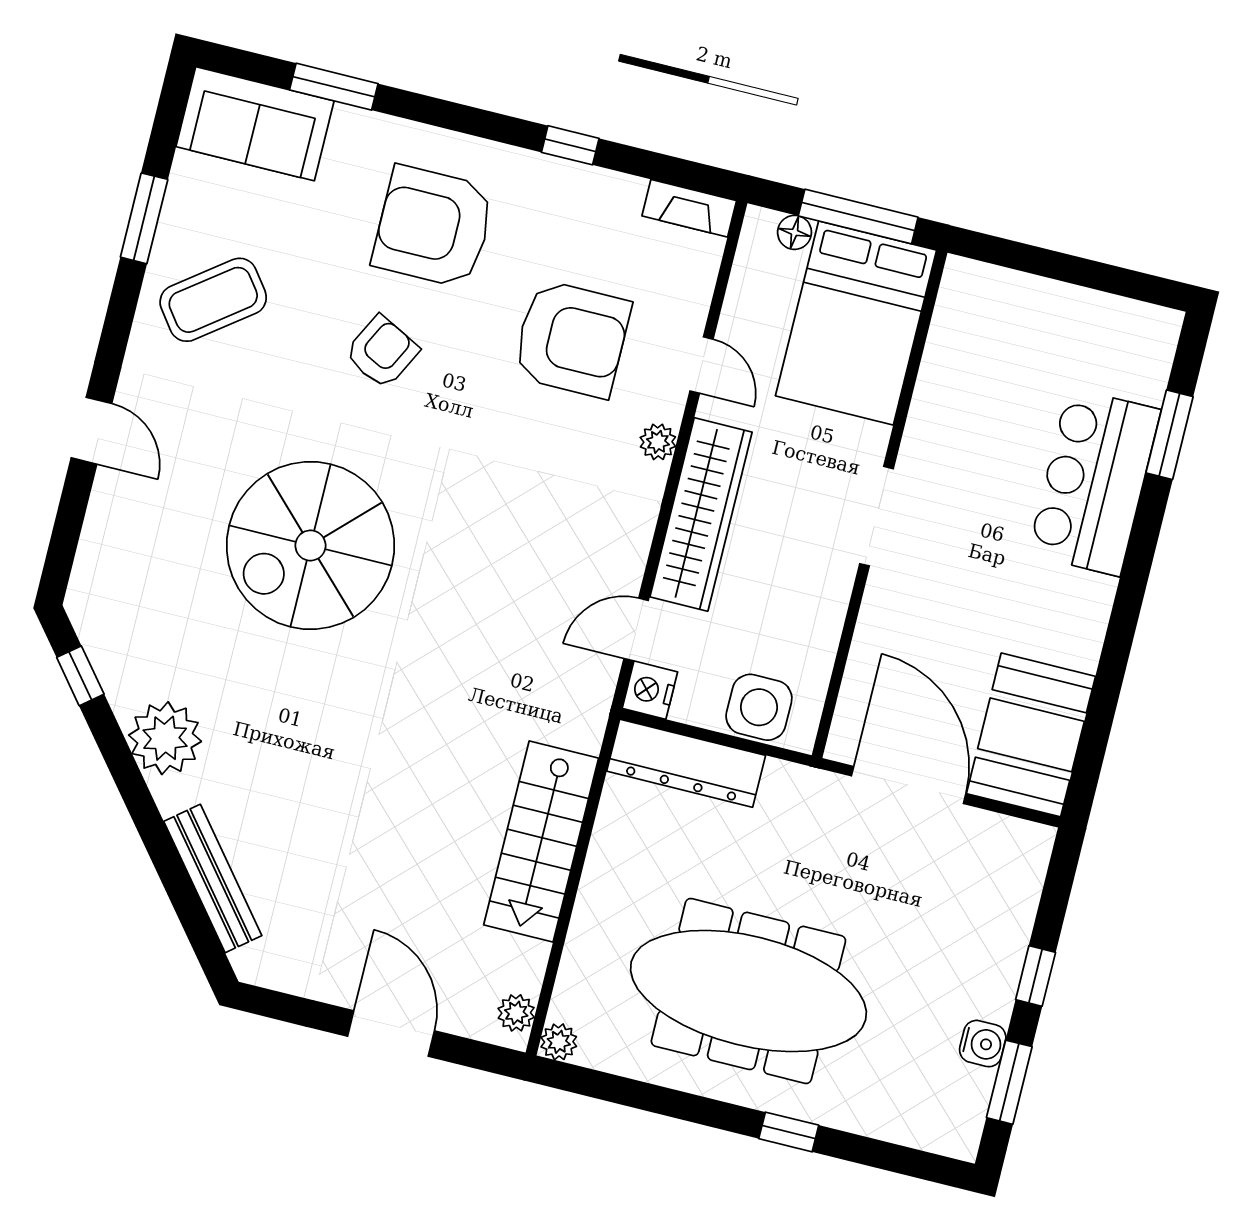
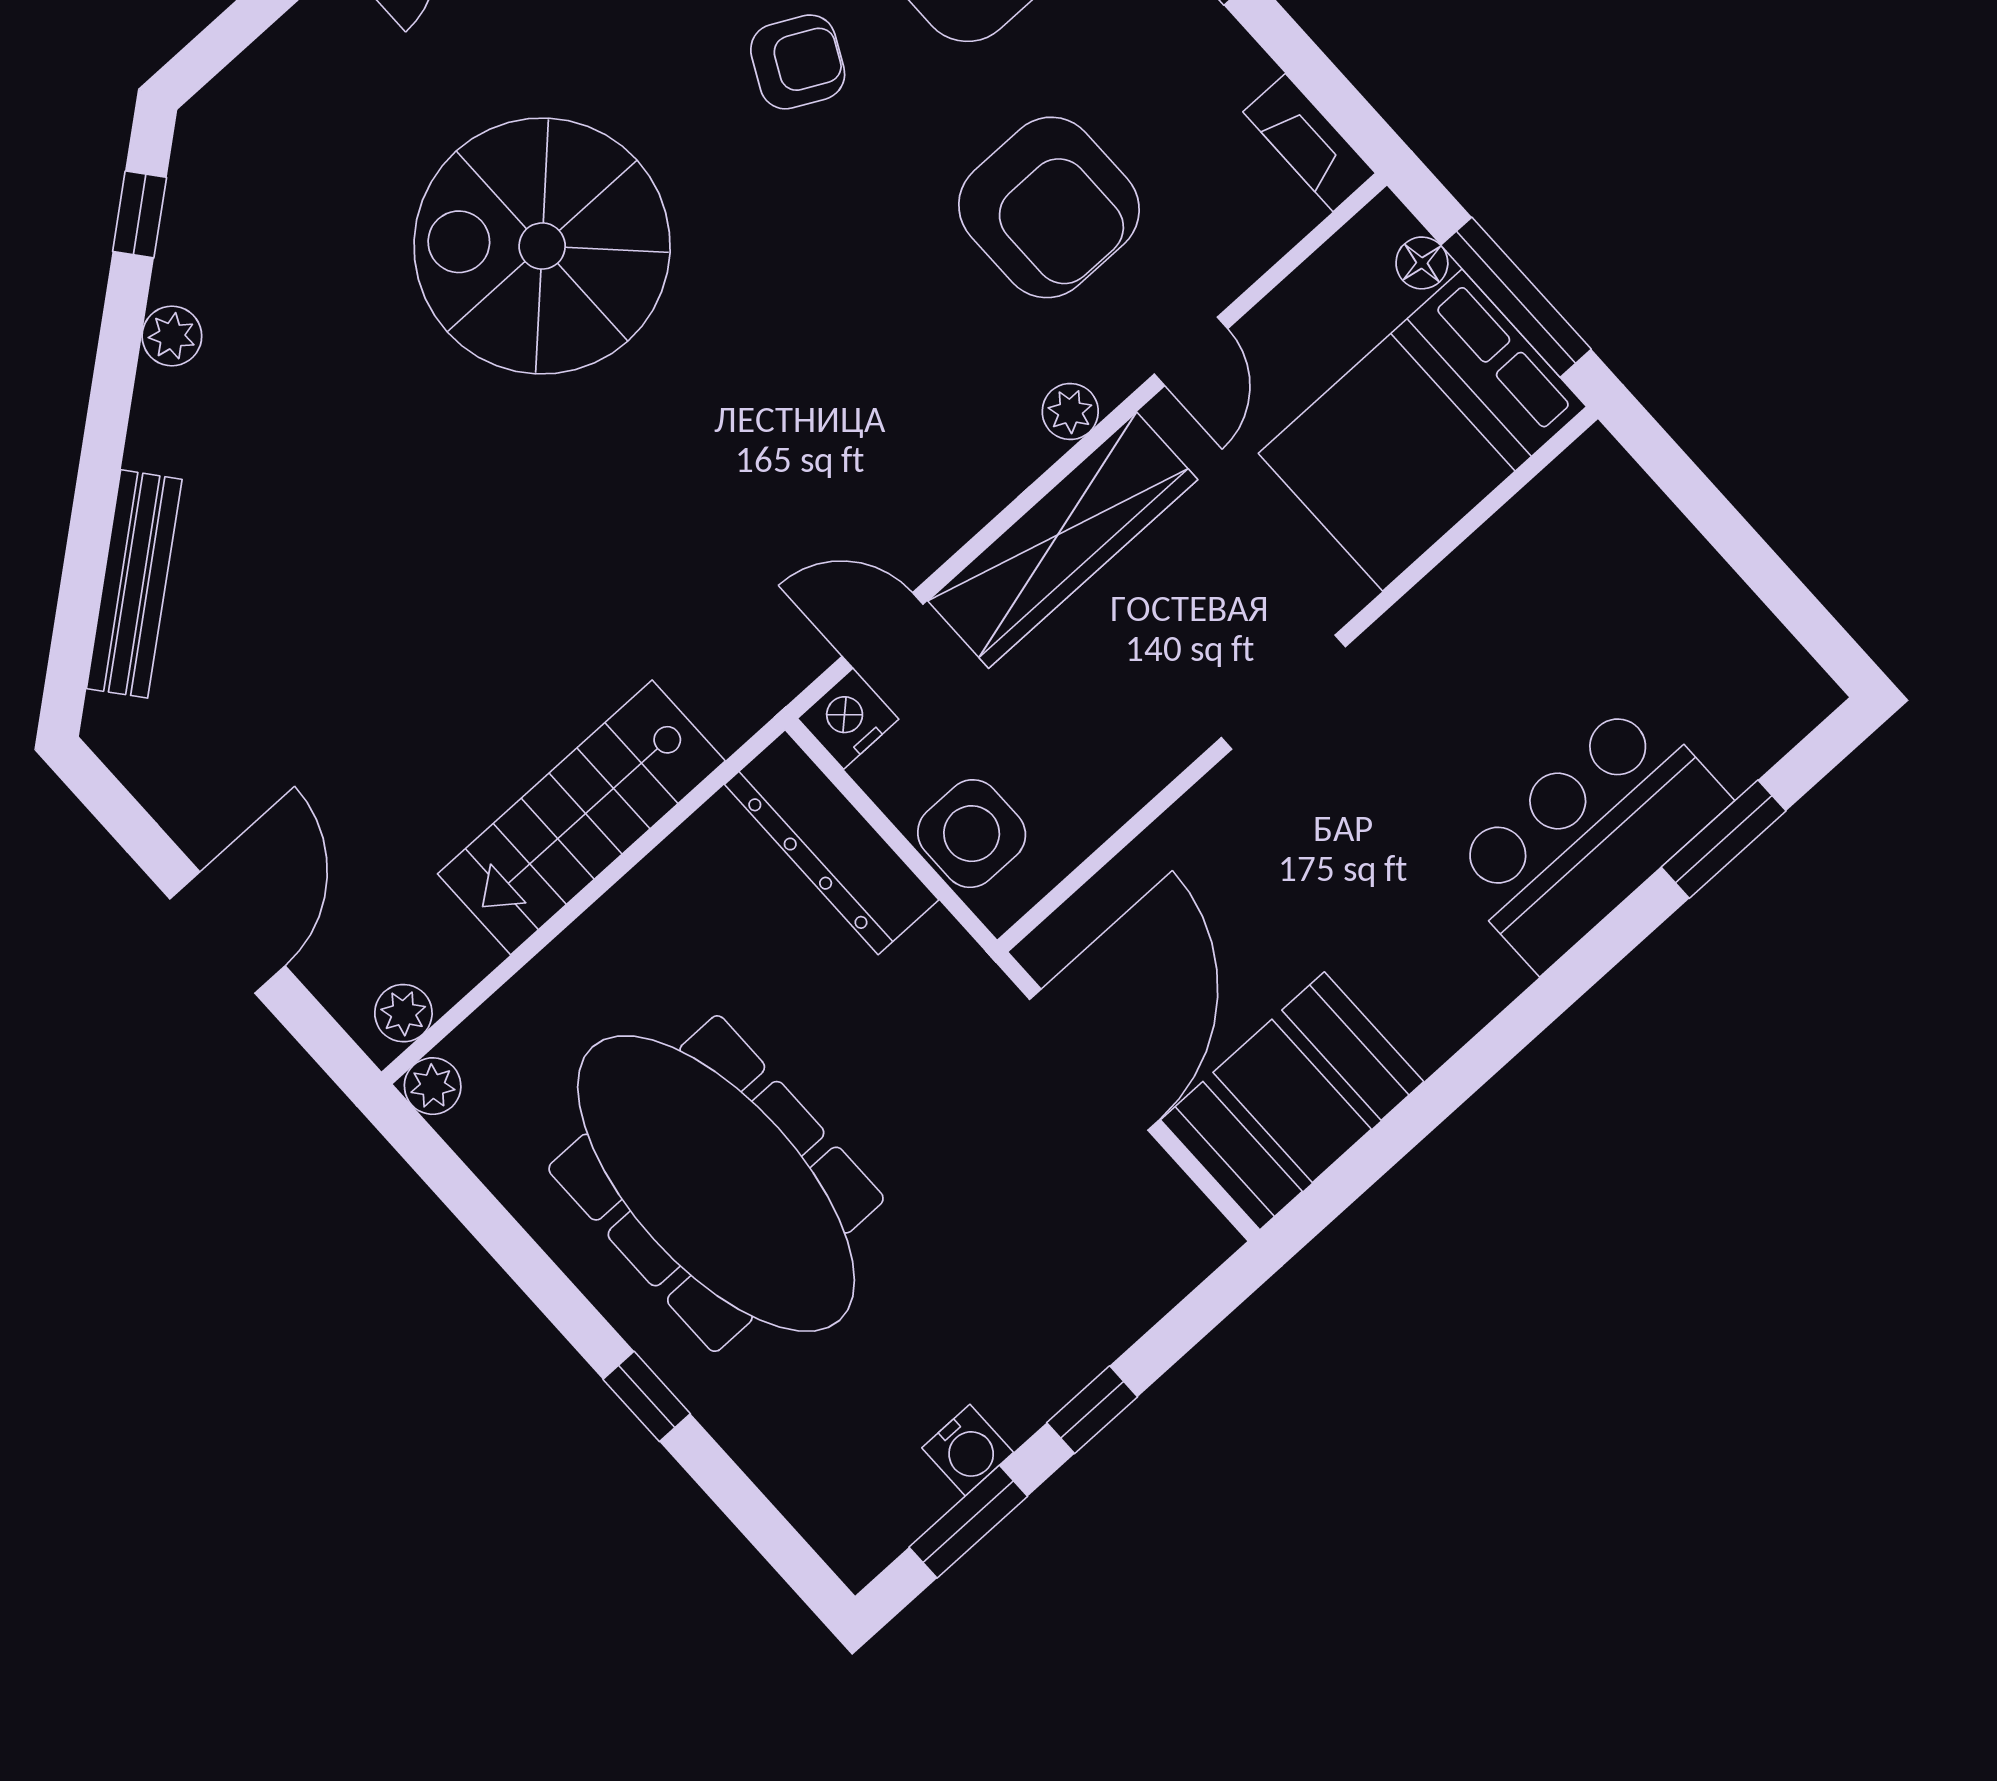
plant: (165, 738) -> (172, 336), width x0.53, depth x0.53

